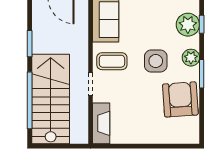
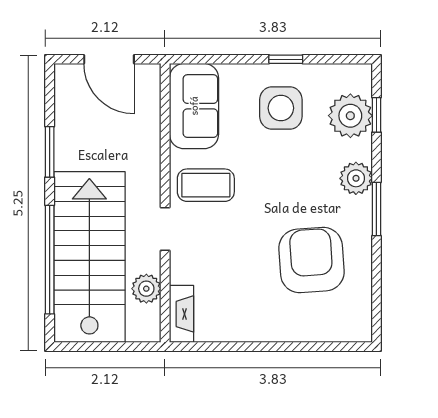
side table: (156, 61) -> (281, 108), moved
armchair: (180, 99) -> (311, 260), moved
plant: (81, 116) -> (146, 289), added
fireplace: (101, 123) -> (182, 314), width x0.73, depth x0.76

